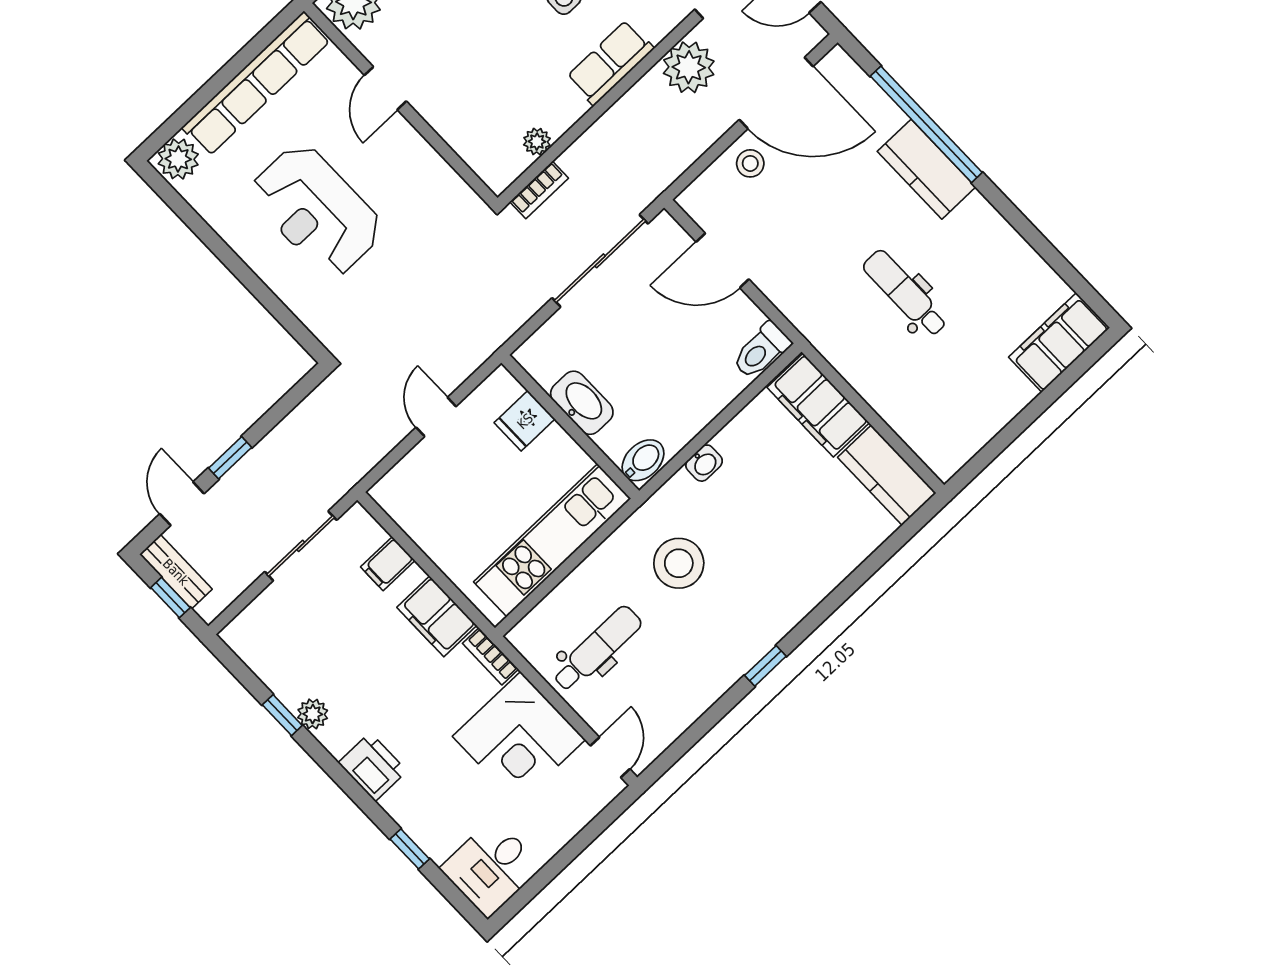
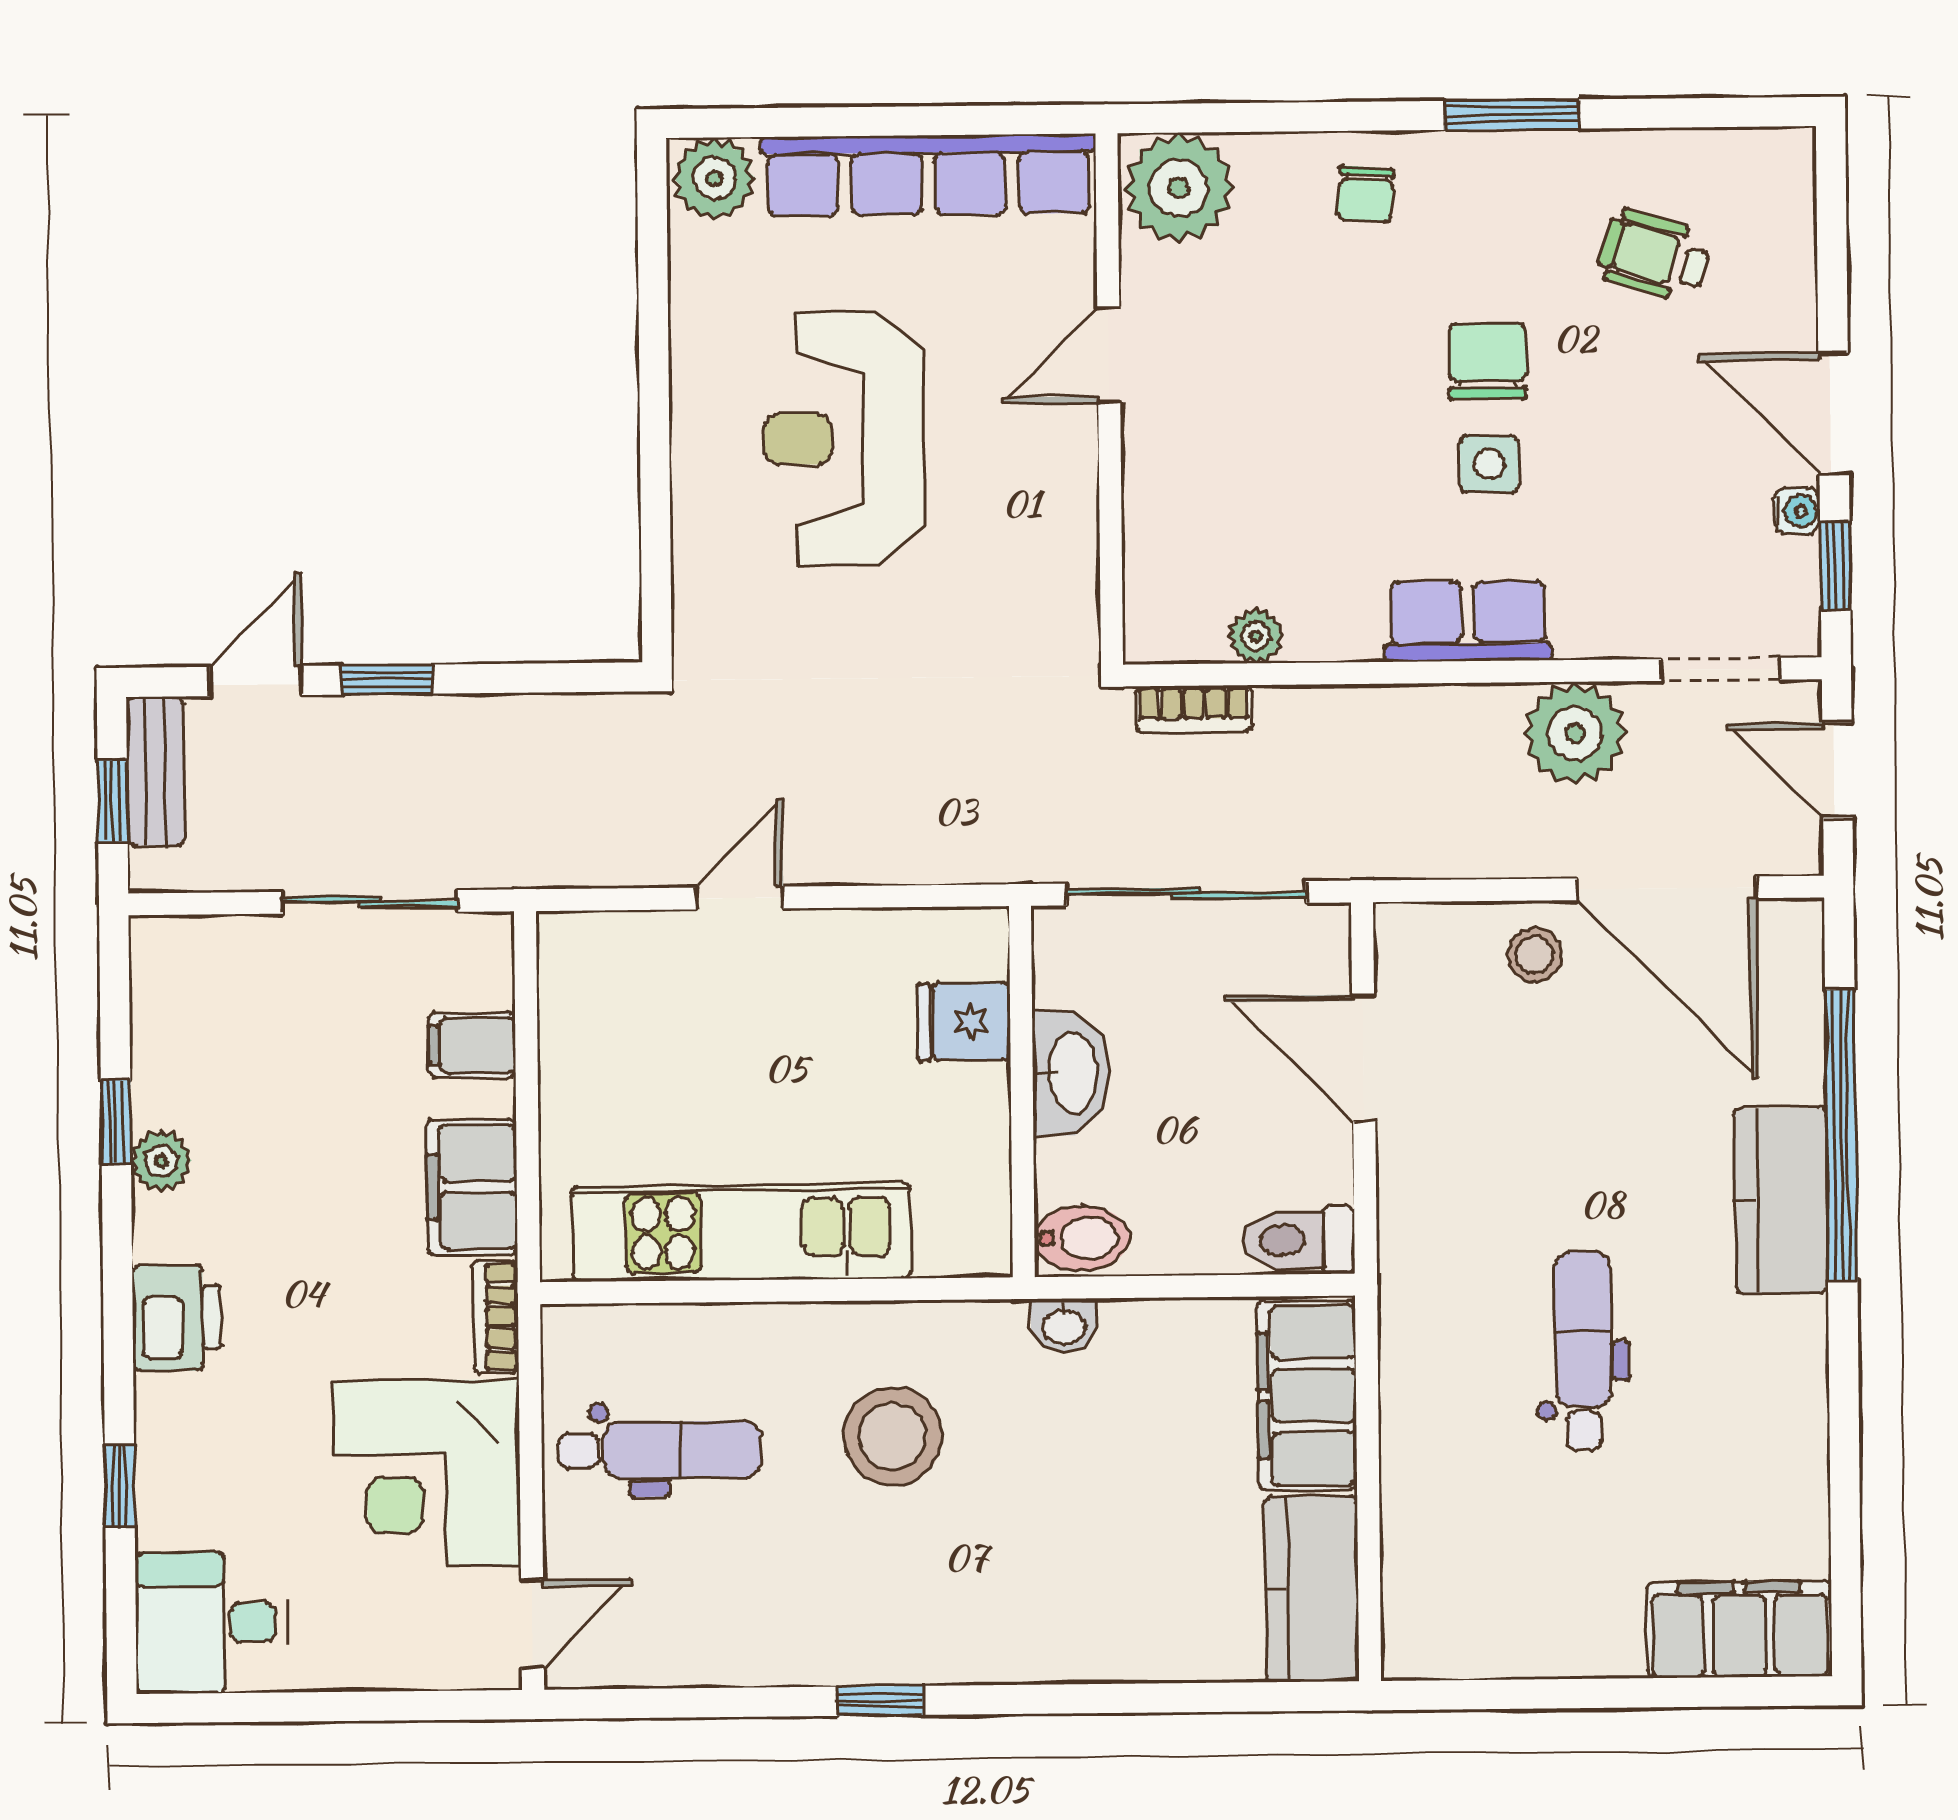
washbasin: (582, 403) -> (1071, 1073), moved
fridge: (525, 421) -> (964, 1022), moved
wall: (570, 427) -> (1022, 1092), moved
bidet: (643, 460) -> (1082, 1238), moved

